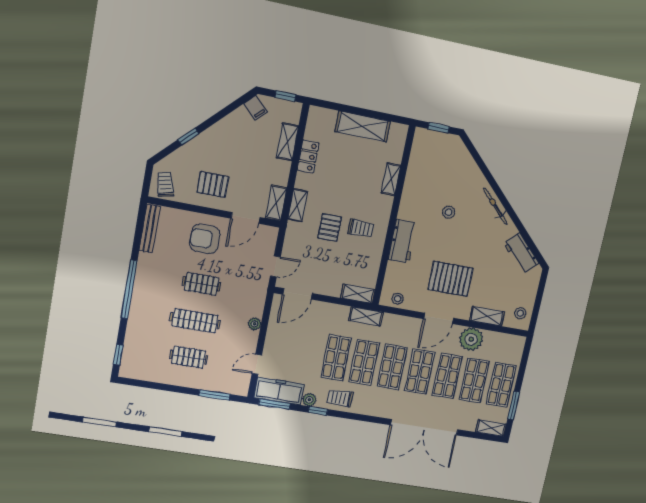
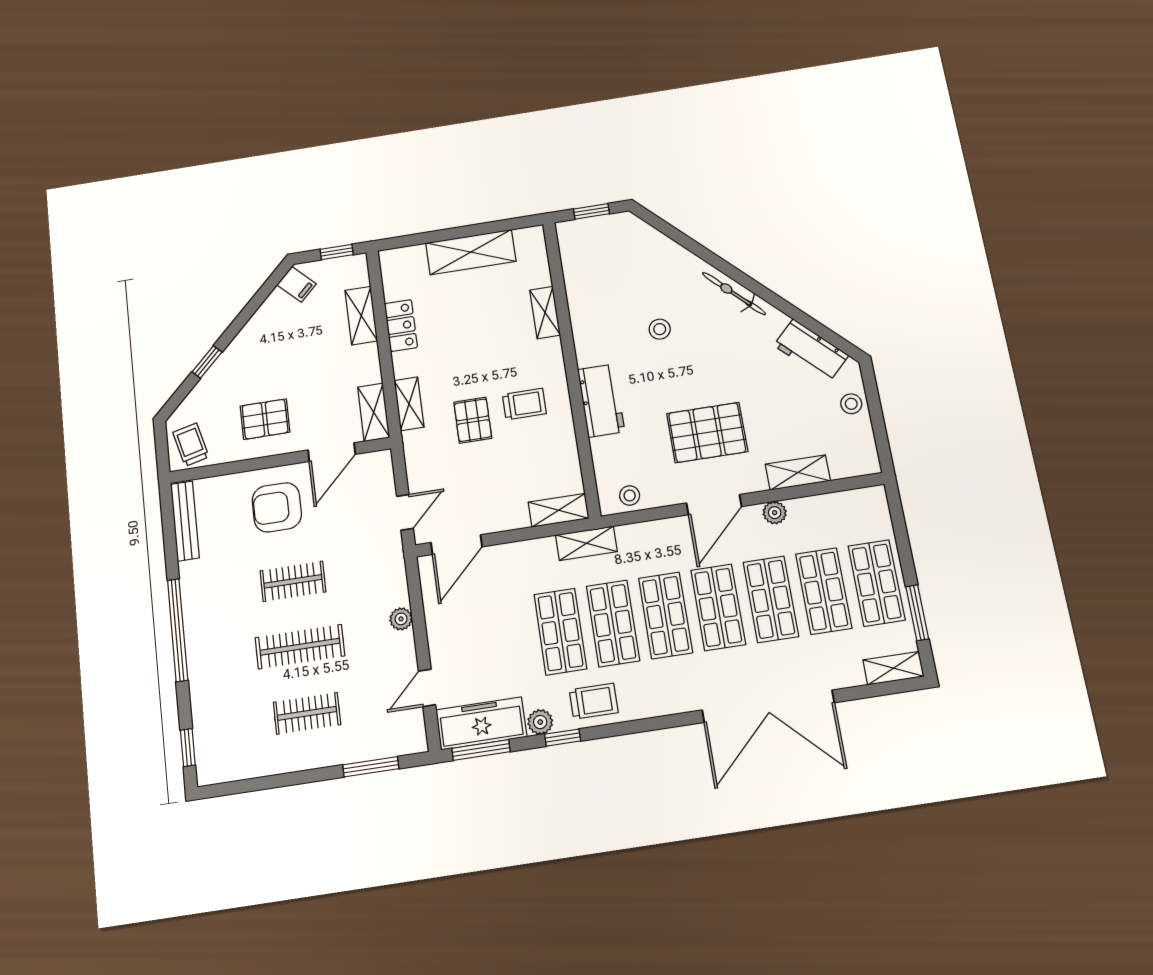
stool: (520, 313) -> (851, 404), moved
plant: (471, 339) -> (775, 513), width x0.53, depth x0.53
trolley: (340, 398) -> (594, 701), turned 180

